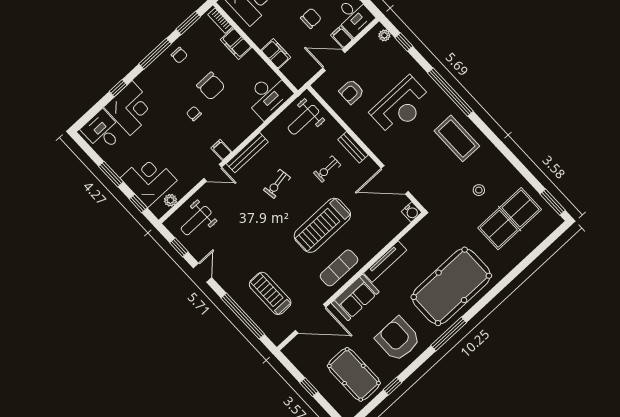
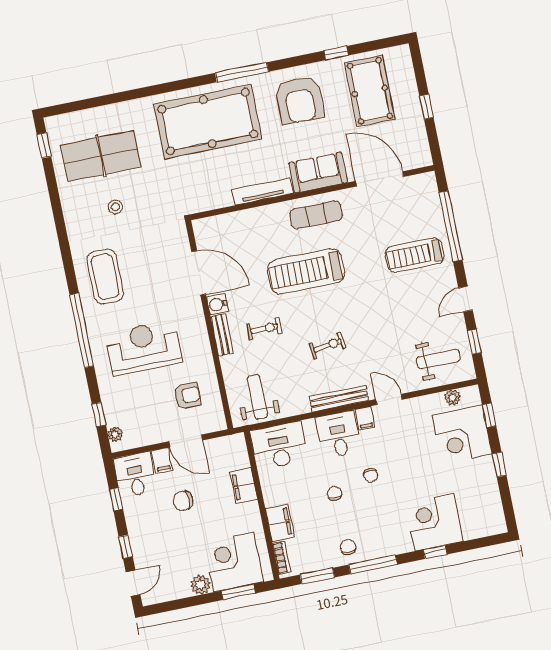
chair: (211, 86) -> (335, 494), width x0.54, depth x0.54
weight bench: (303, 120) -> (257, 397), turned -90
desk: (103, 131) -> (338, 434), moved, turned 180
window: (111, 174) -> (499, 465), width x0.67
window: (553, 202) -> (44, 146), width x0.67
water cooler: (411, 212) -> (217, 304), moved, turned -90
treadmill: (322, 225) -> (306, 271), turned 180
treadmill: (270, 293) -> (415, 255), moved, turned 90

